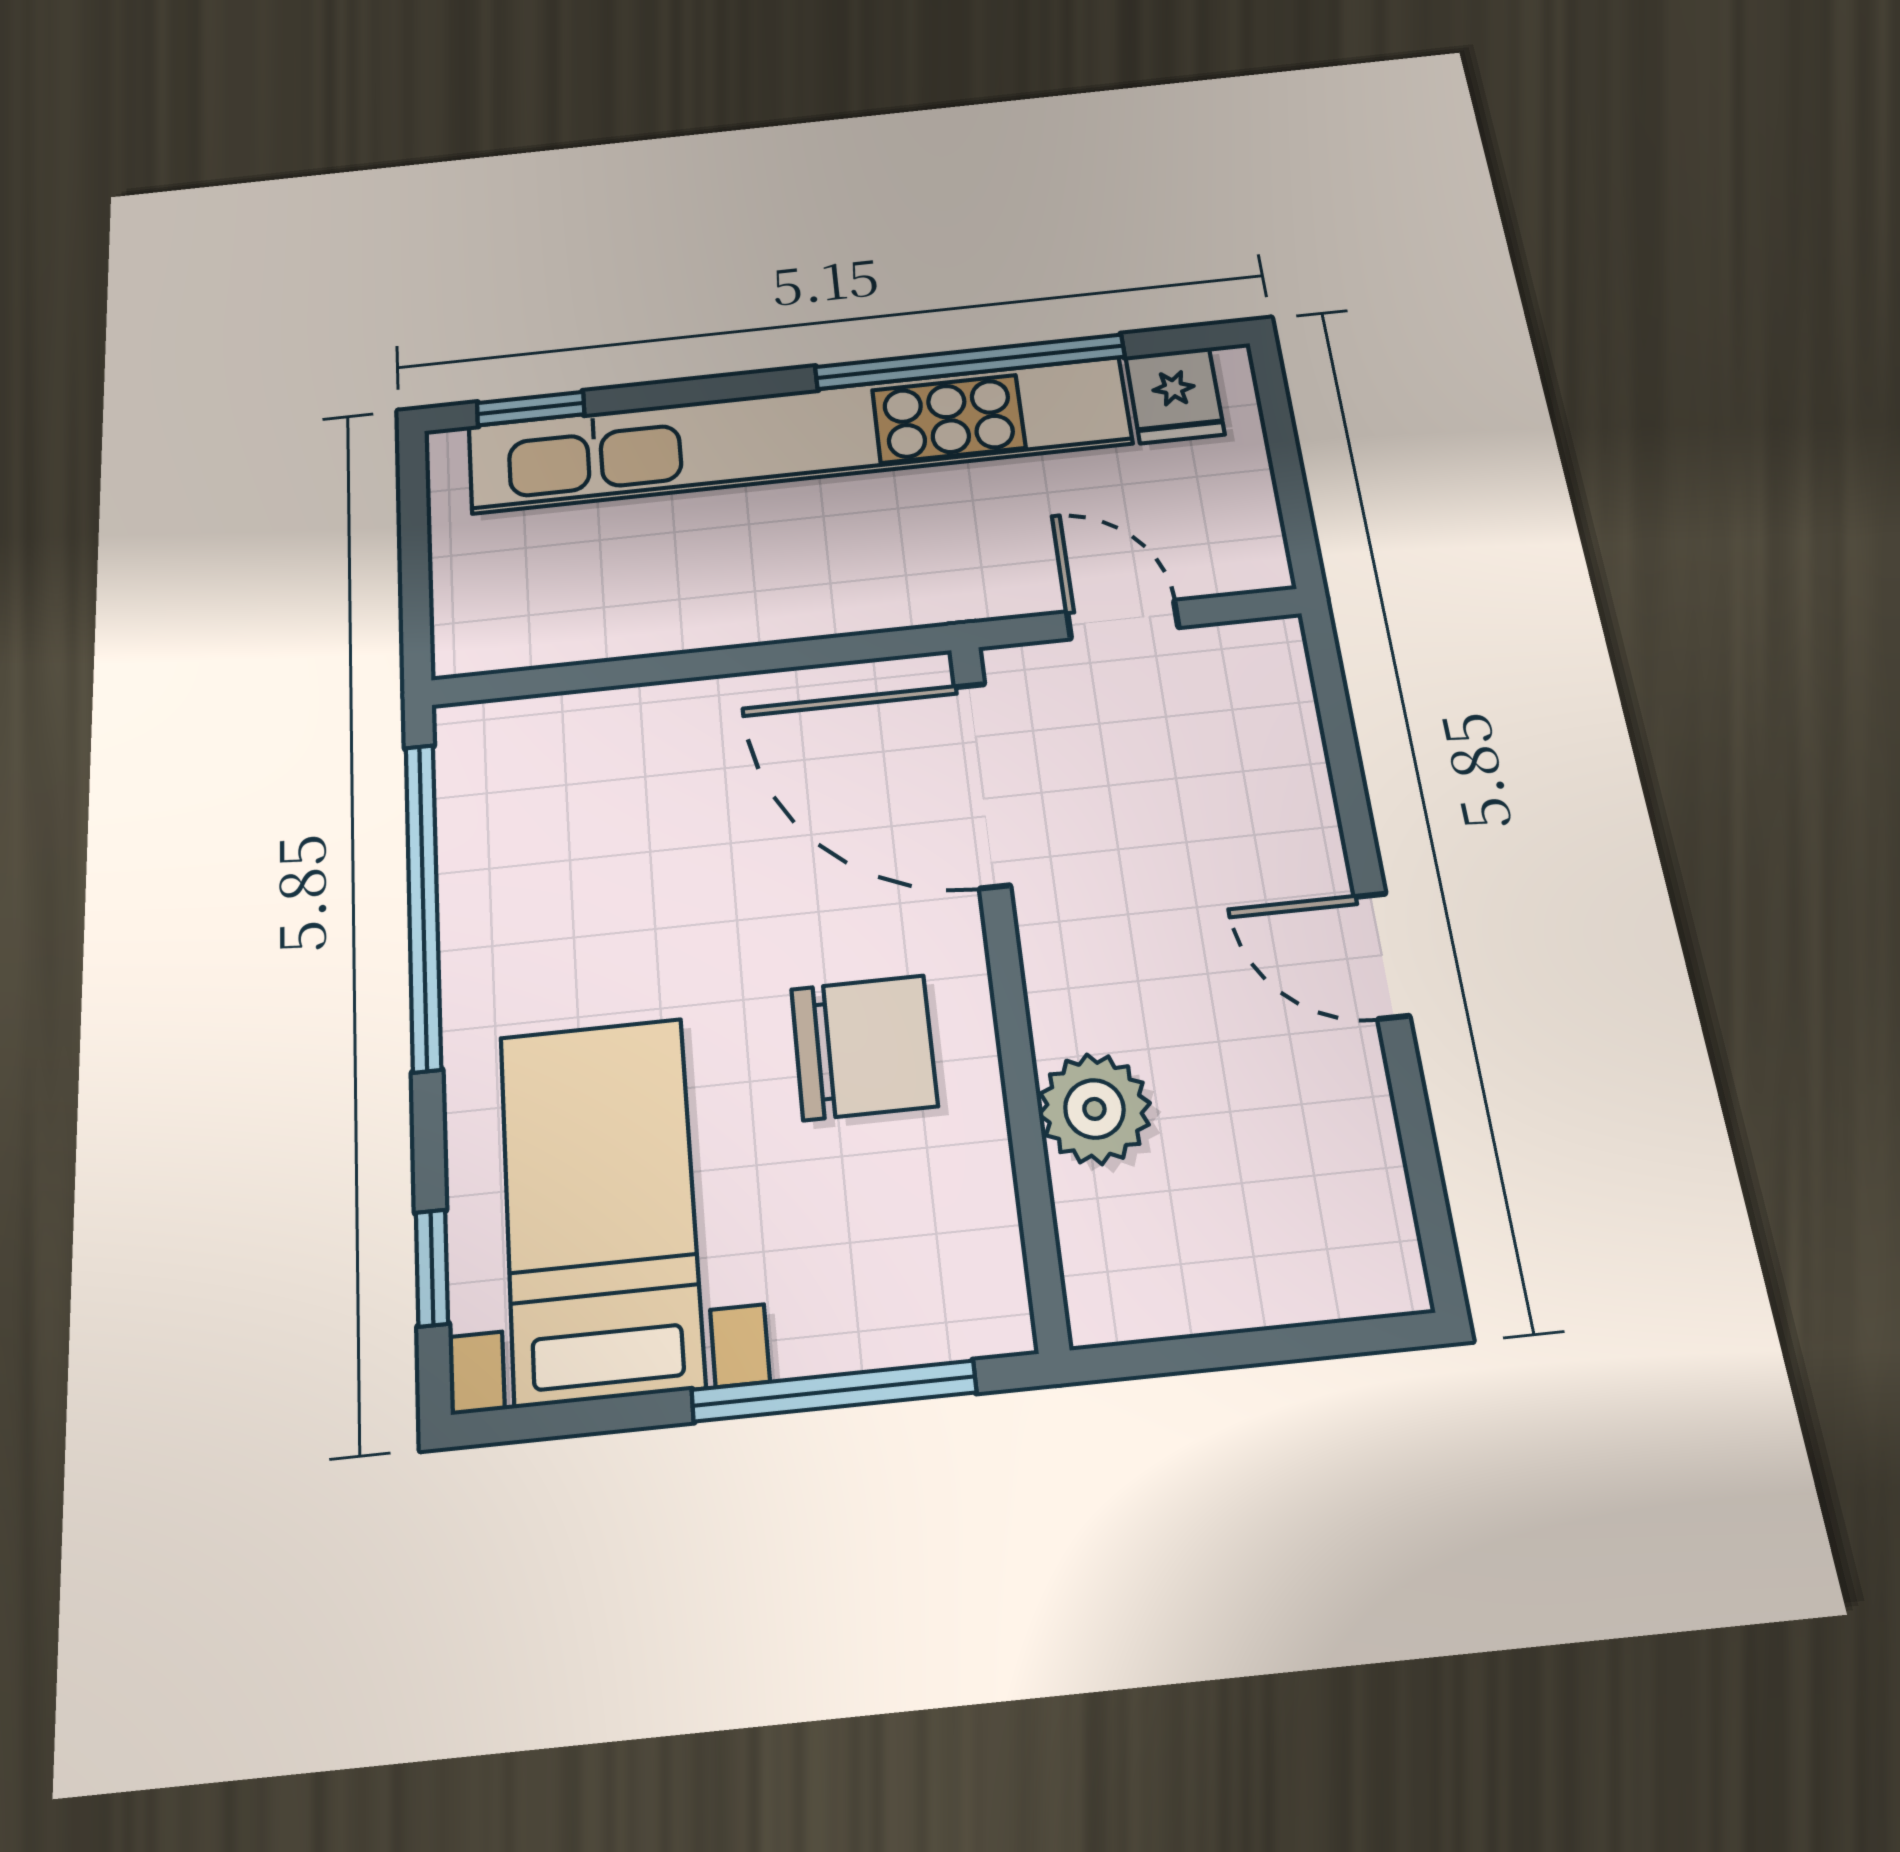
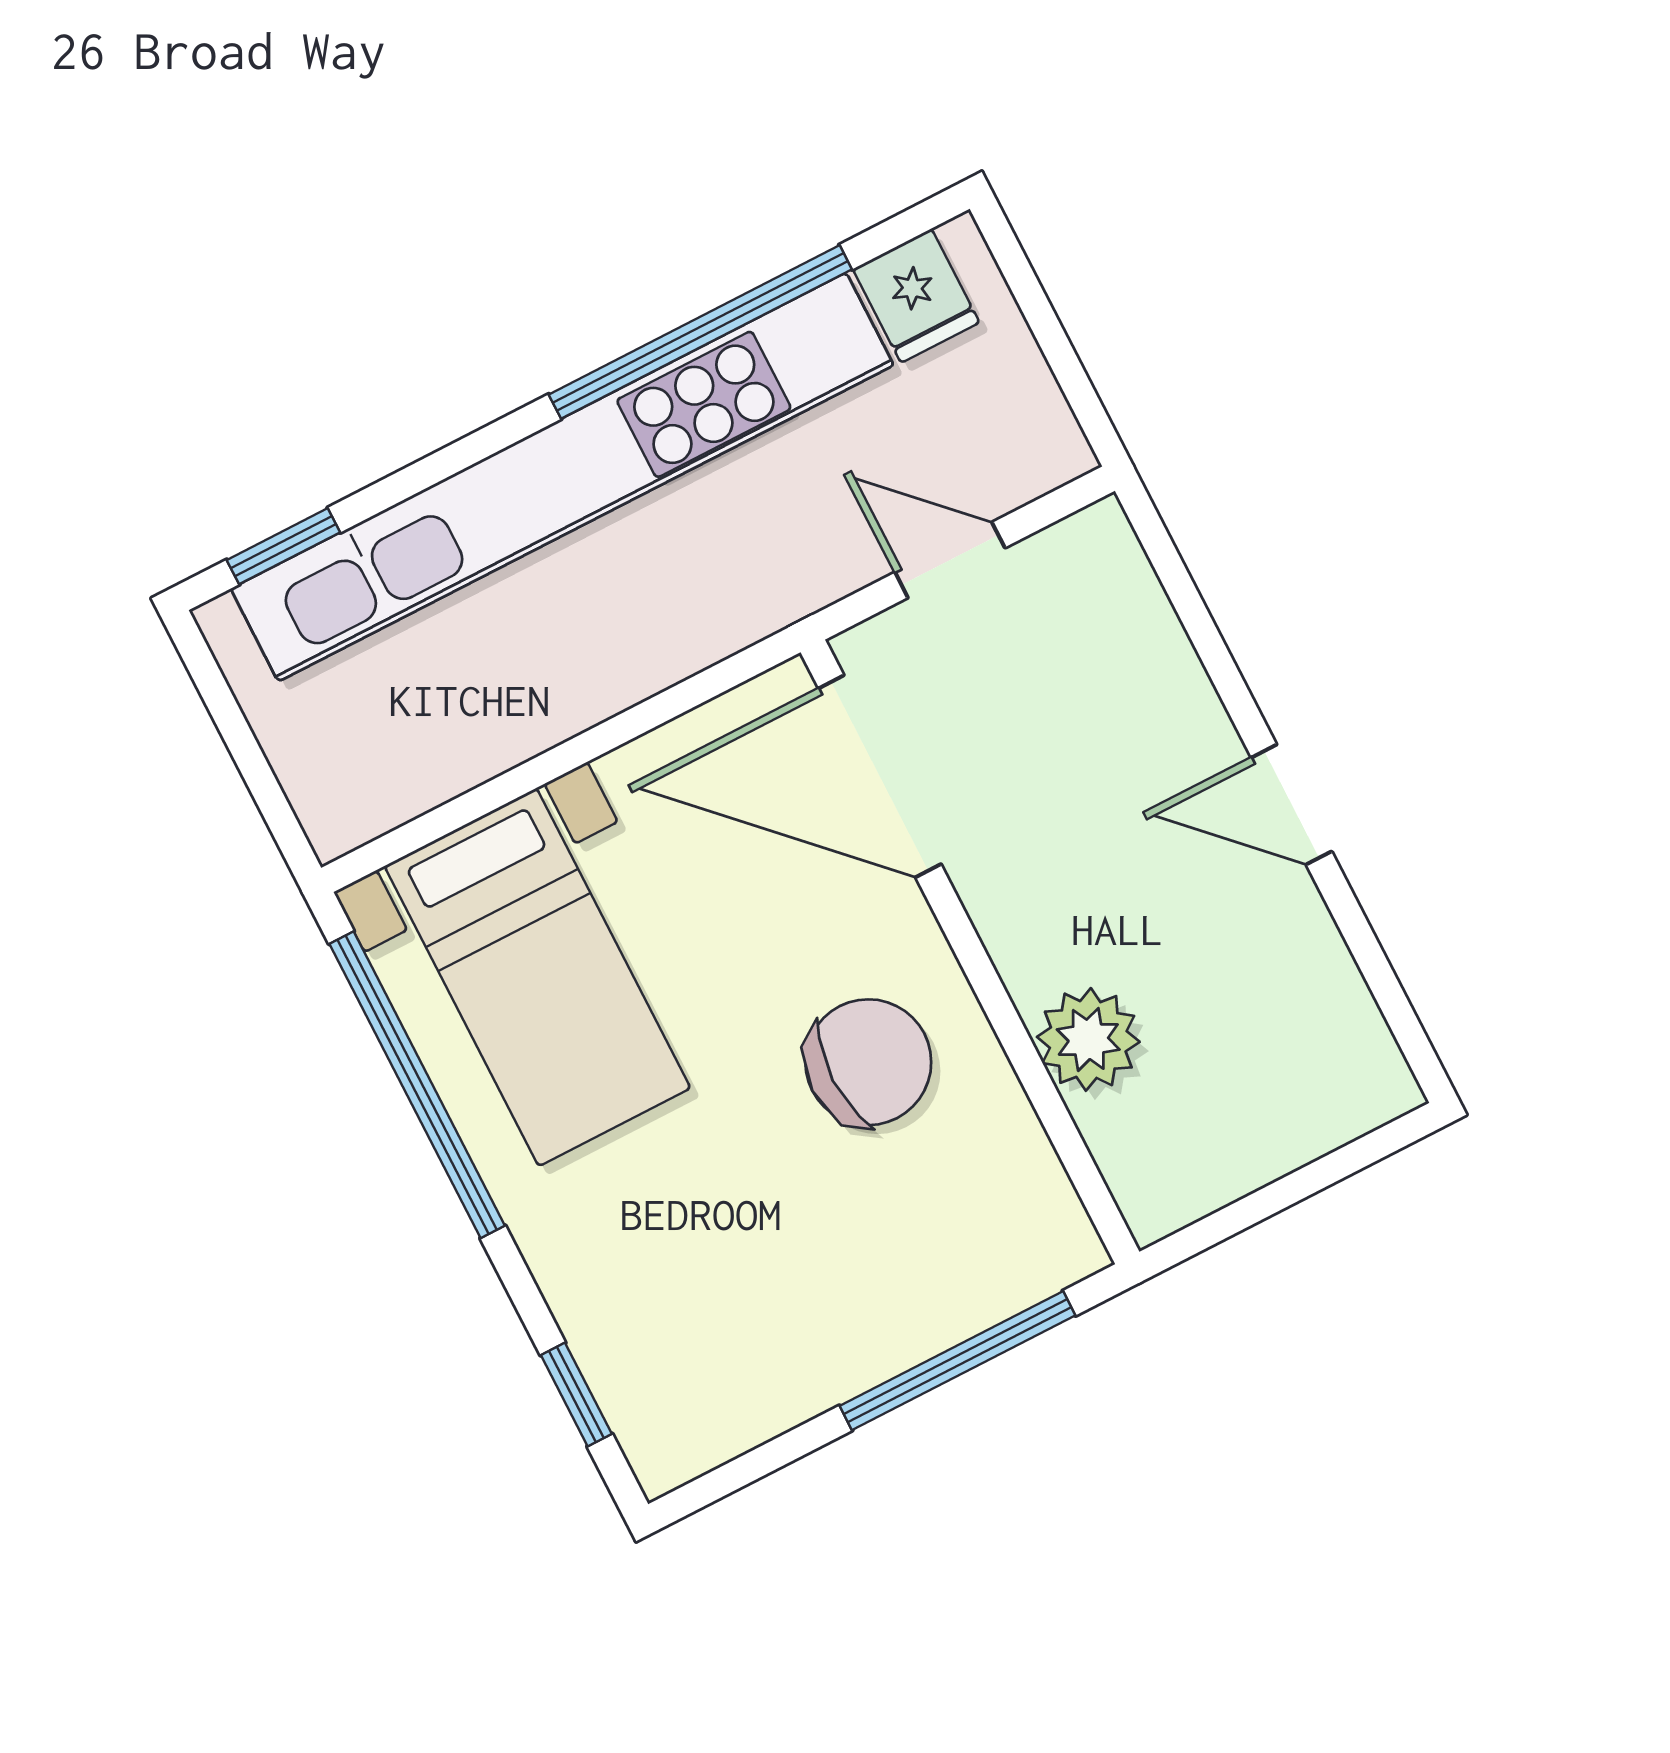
bed with nightstands: (600, 1208) -> (538, 977), moved, turned 180

